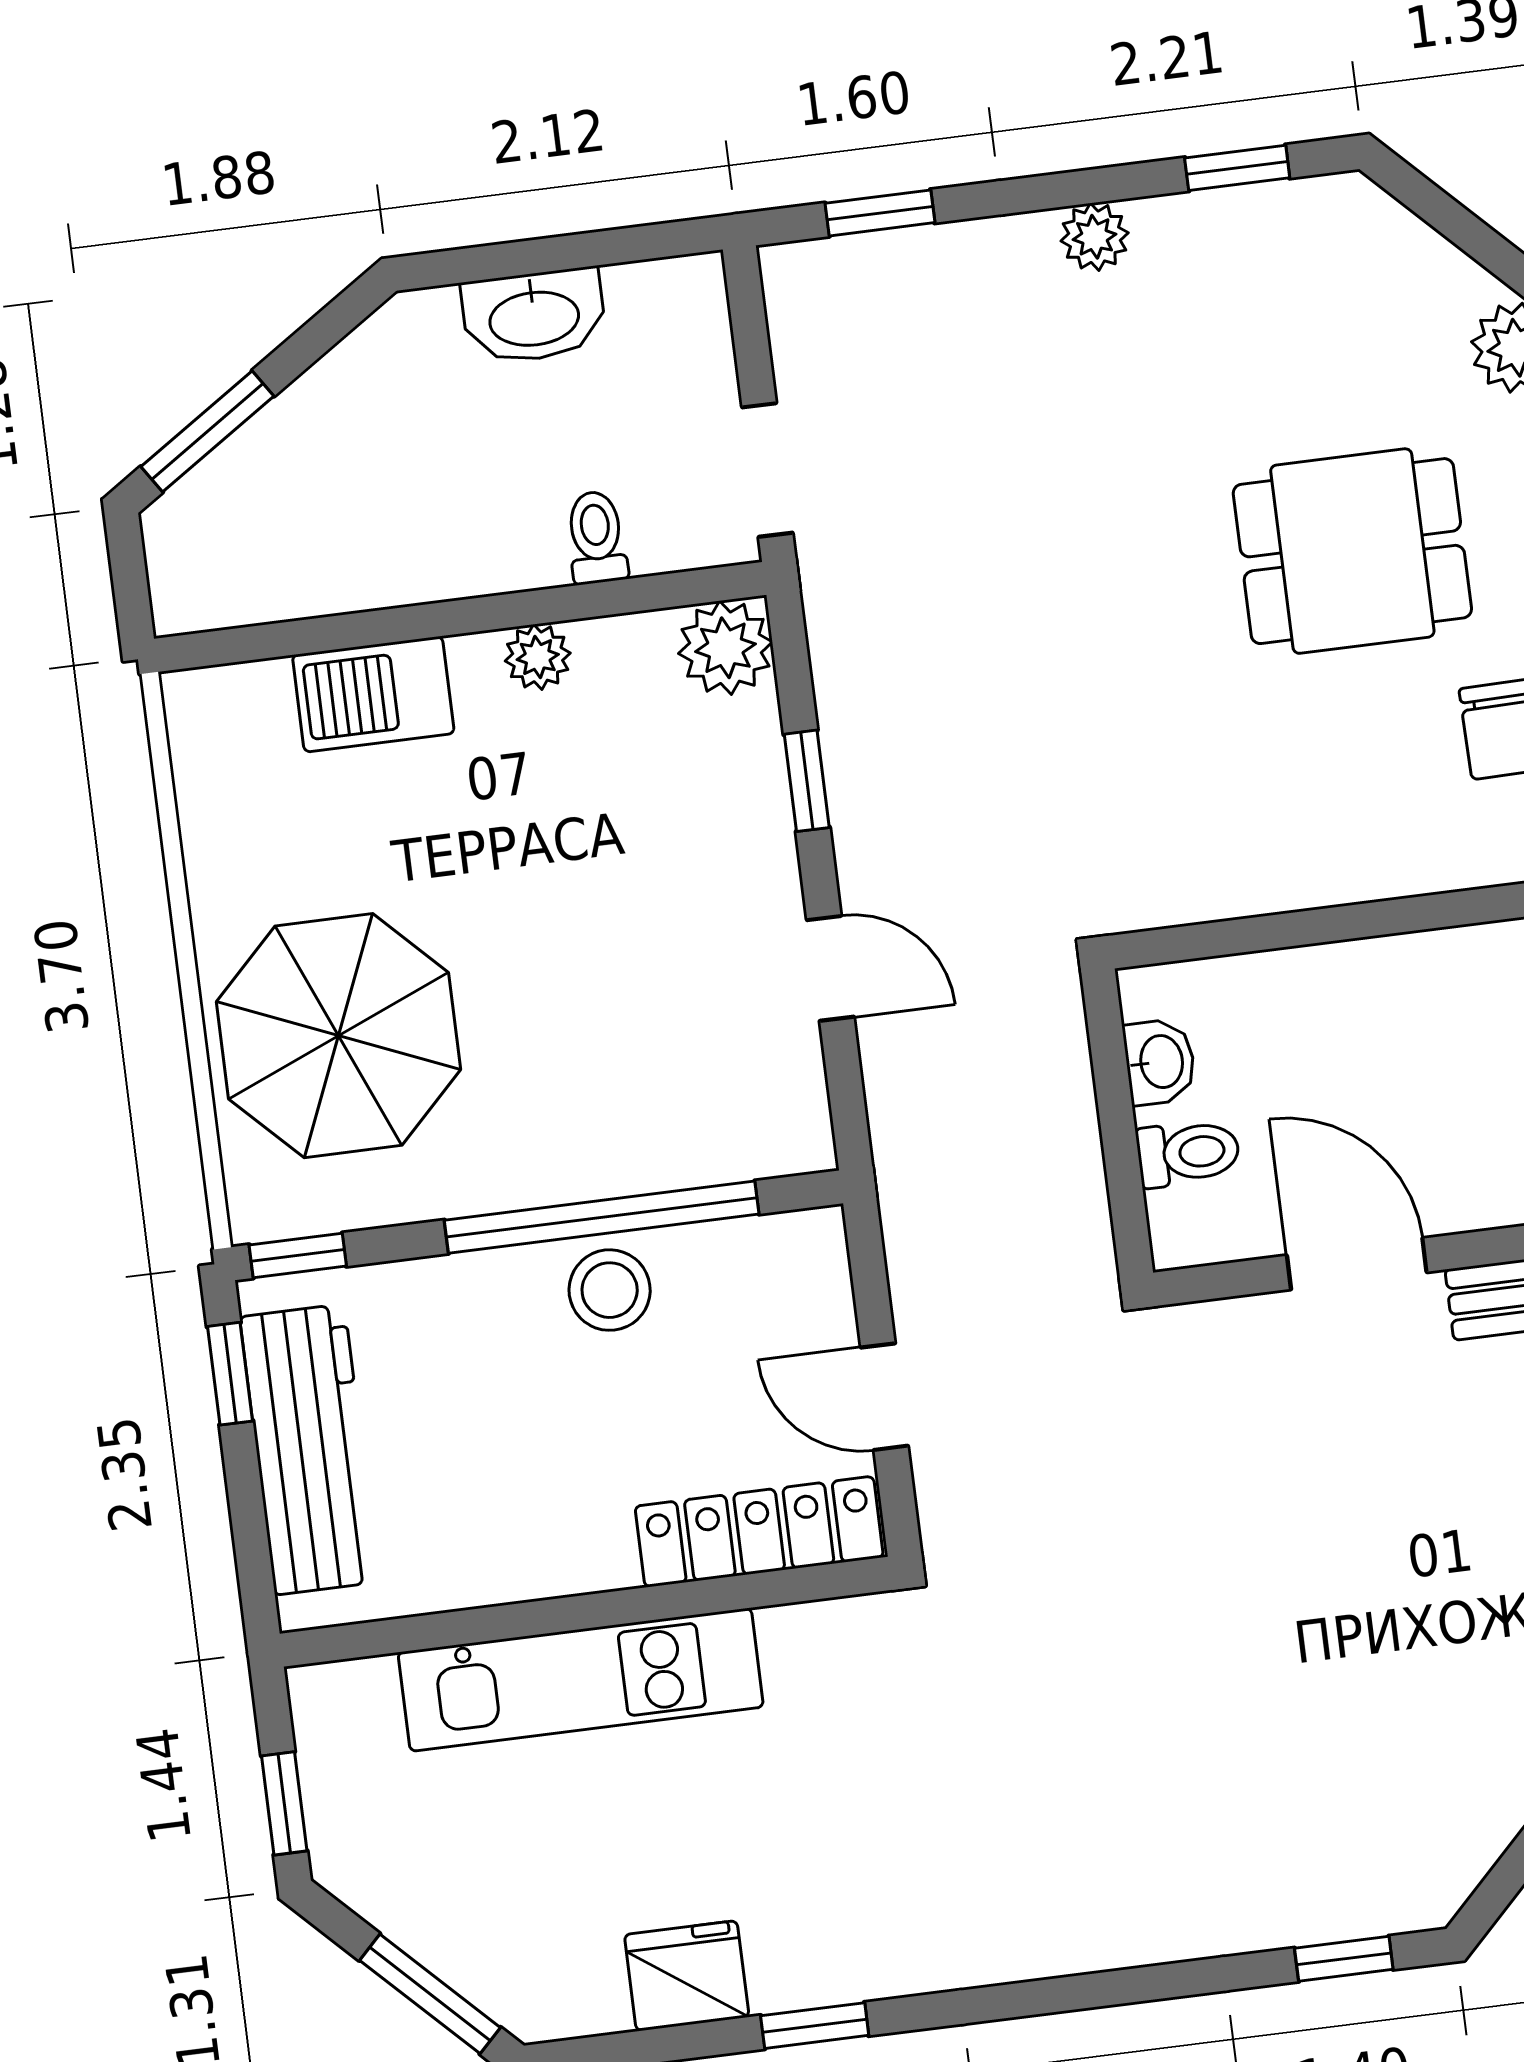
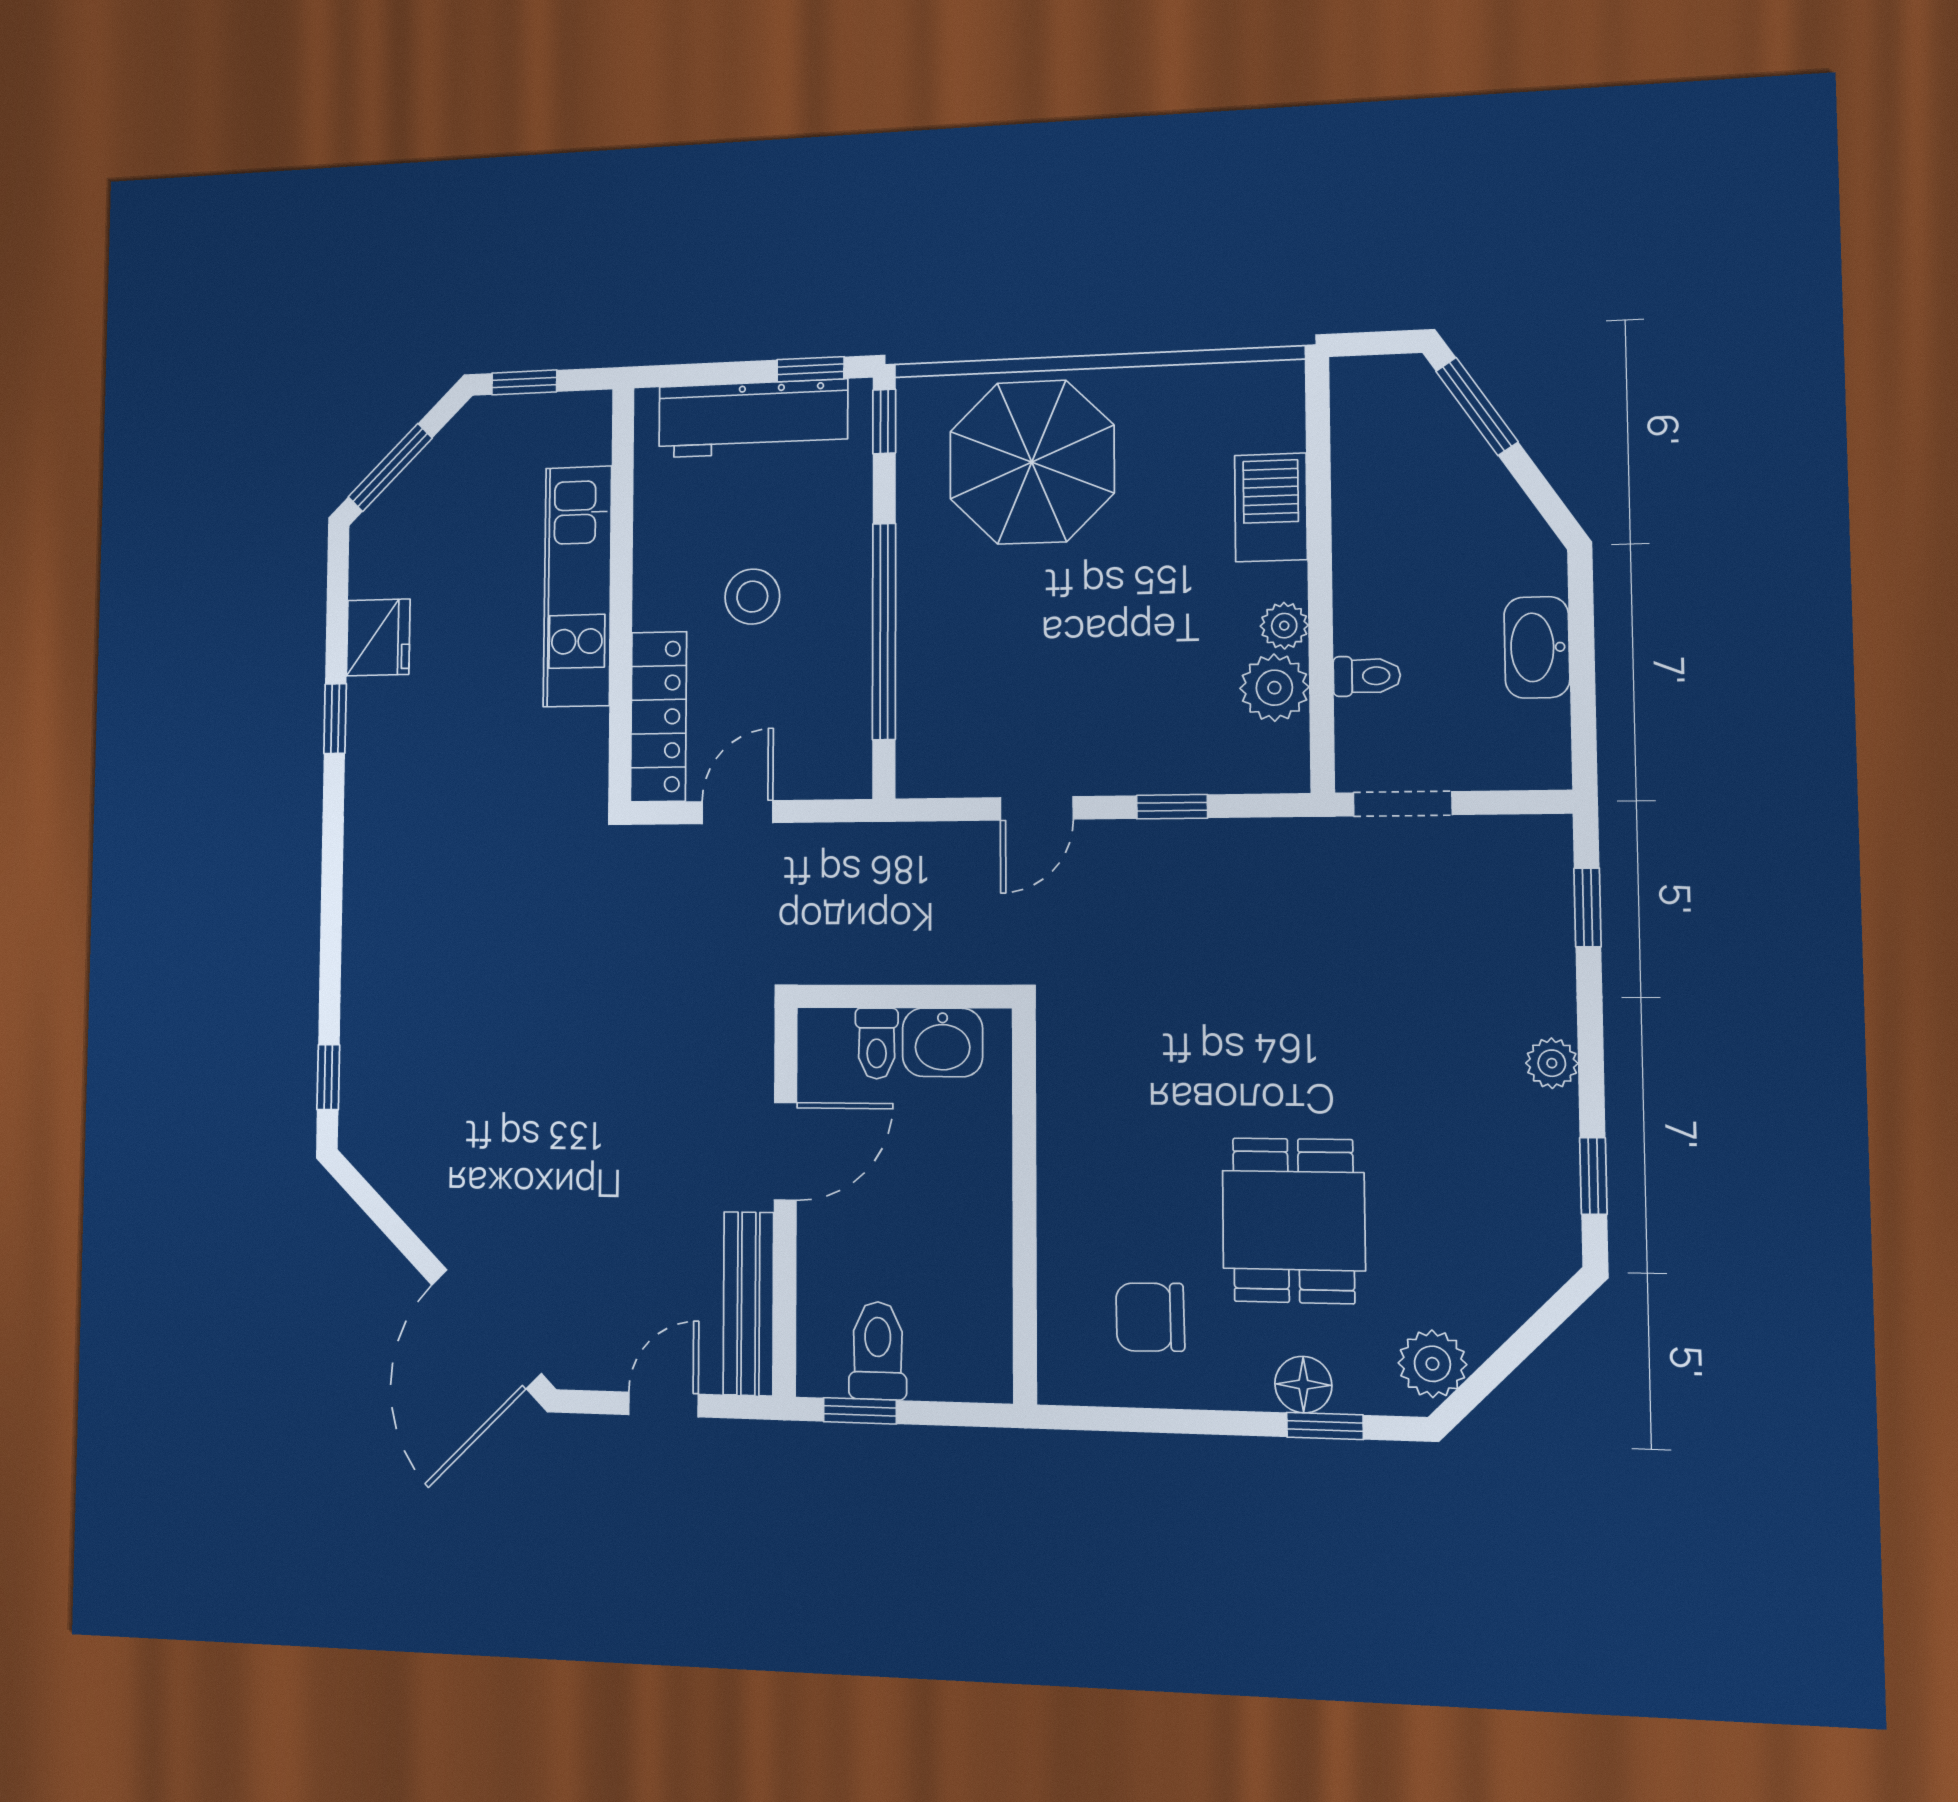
plant: (725, 648) -> (1274, 688), moved
washbasin: (1160, 1062) -> (943, 1042), width x1.38, depth x1.45
stool: (610, 1290) -> (752, 597), moved

